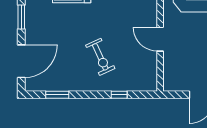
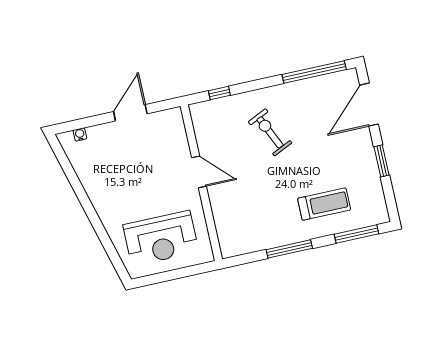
window: (57, 95) -> (314, 72), width x2.11
window: (119, 95) -> (219, 93), moved

